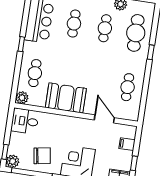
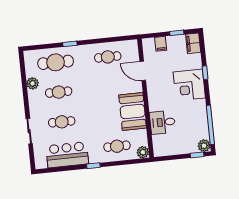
door: (104, 119) -> (143, 71), hinge flipped
desk: (25, 121) -> (162, 122), moved, turned 90
chair: (42, 156) -> (192, 120), removed

